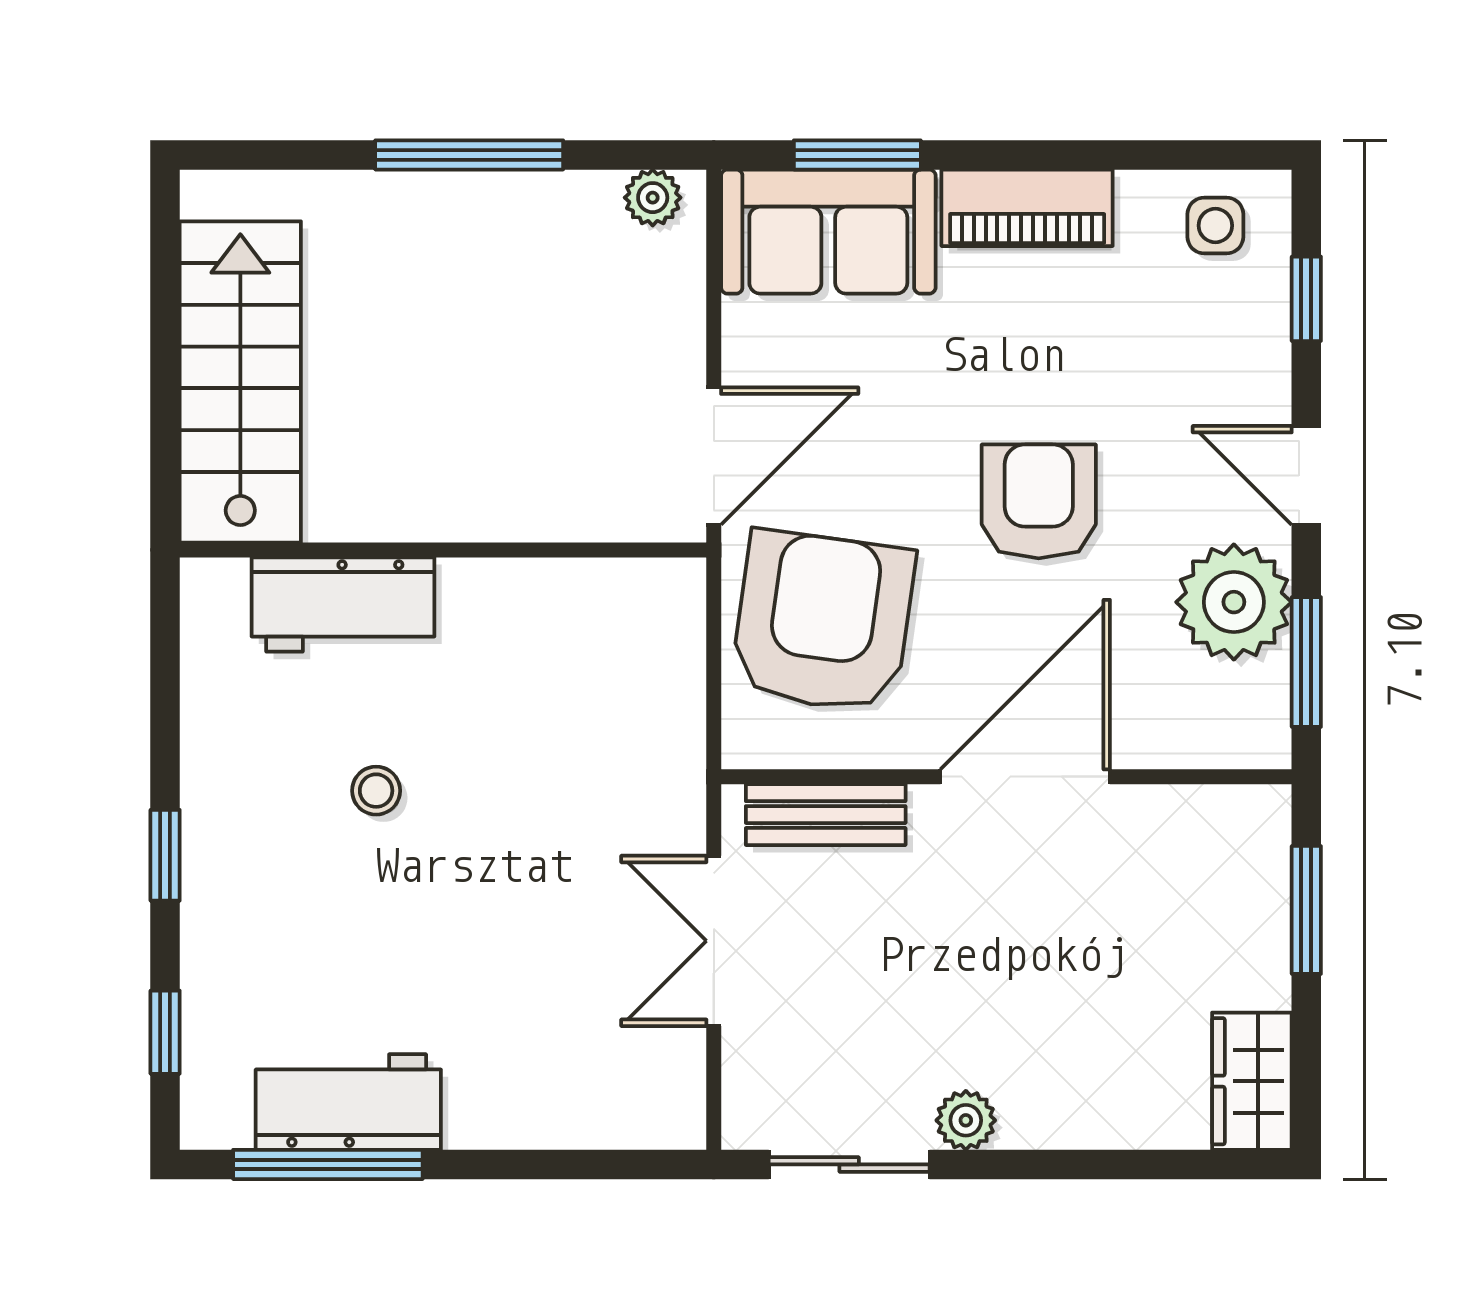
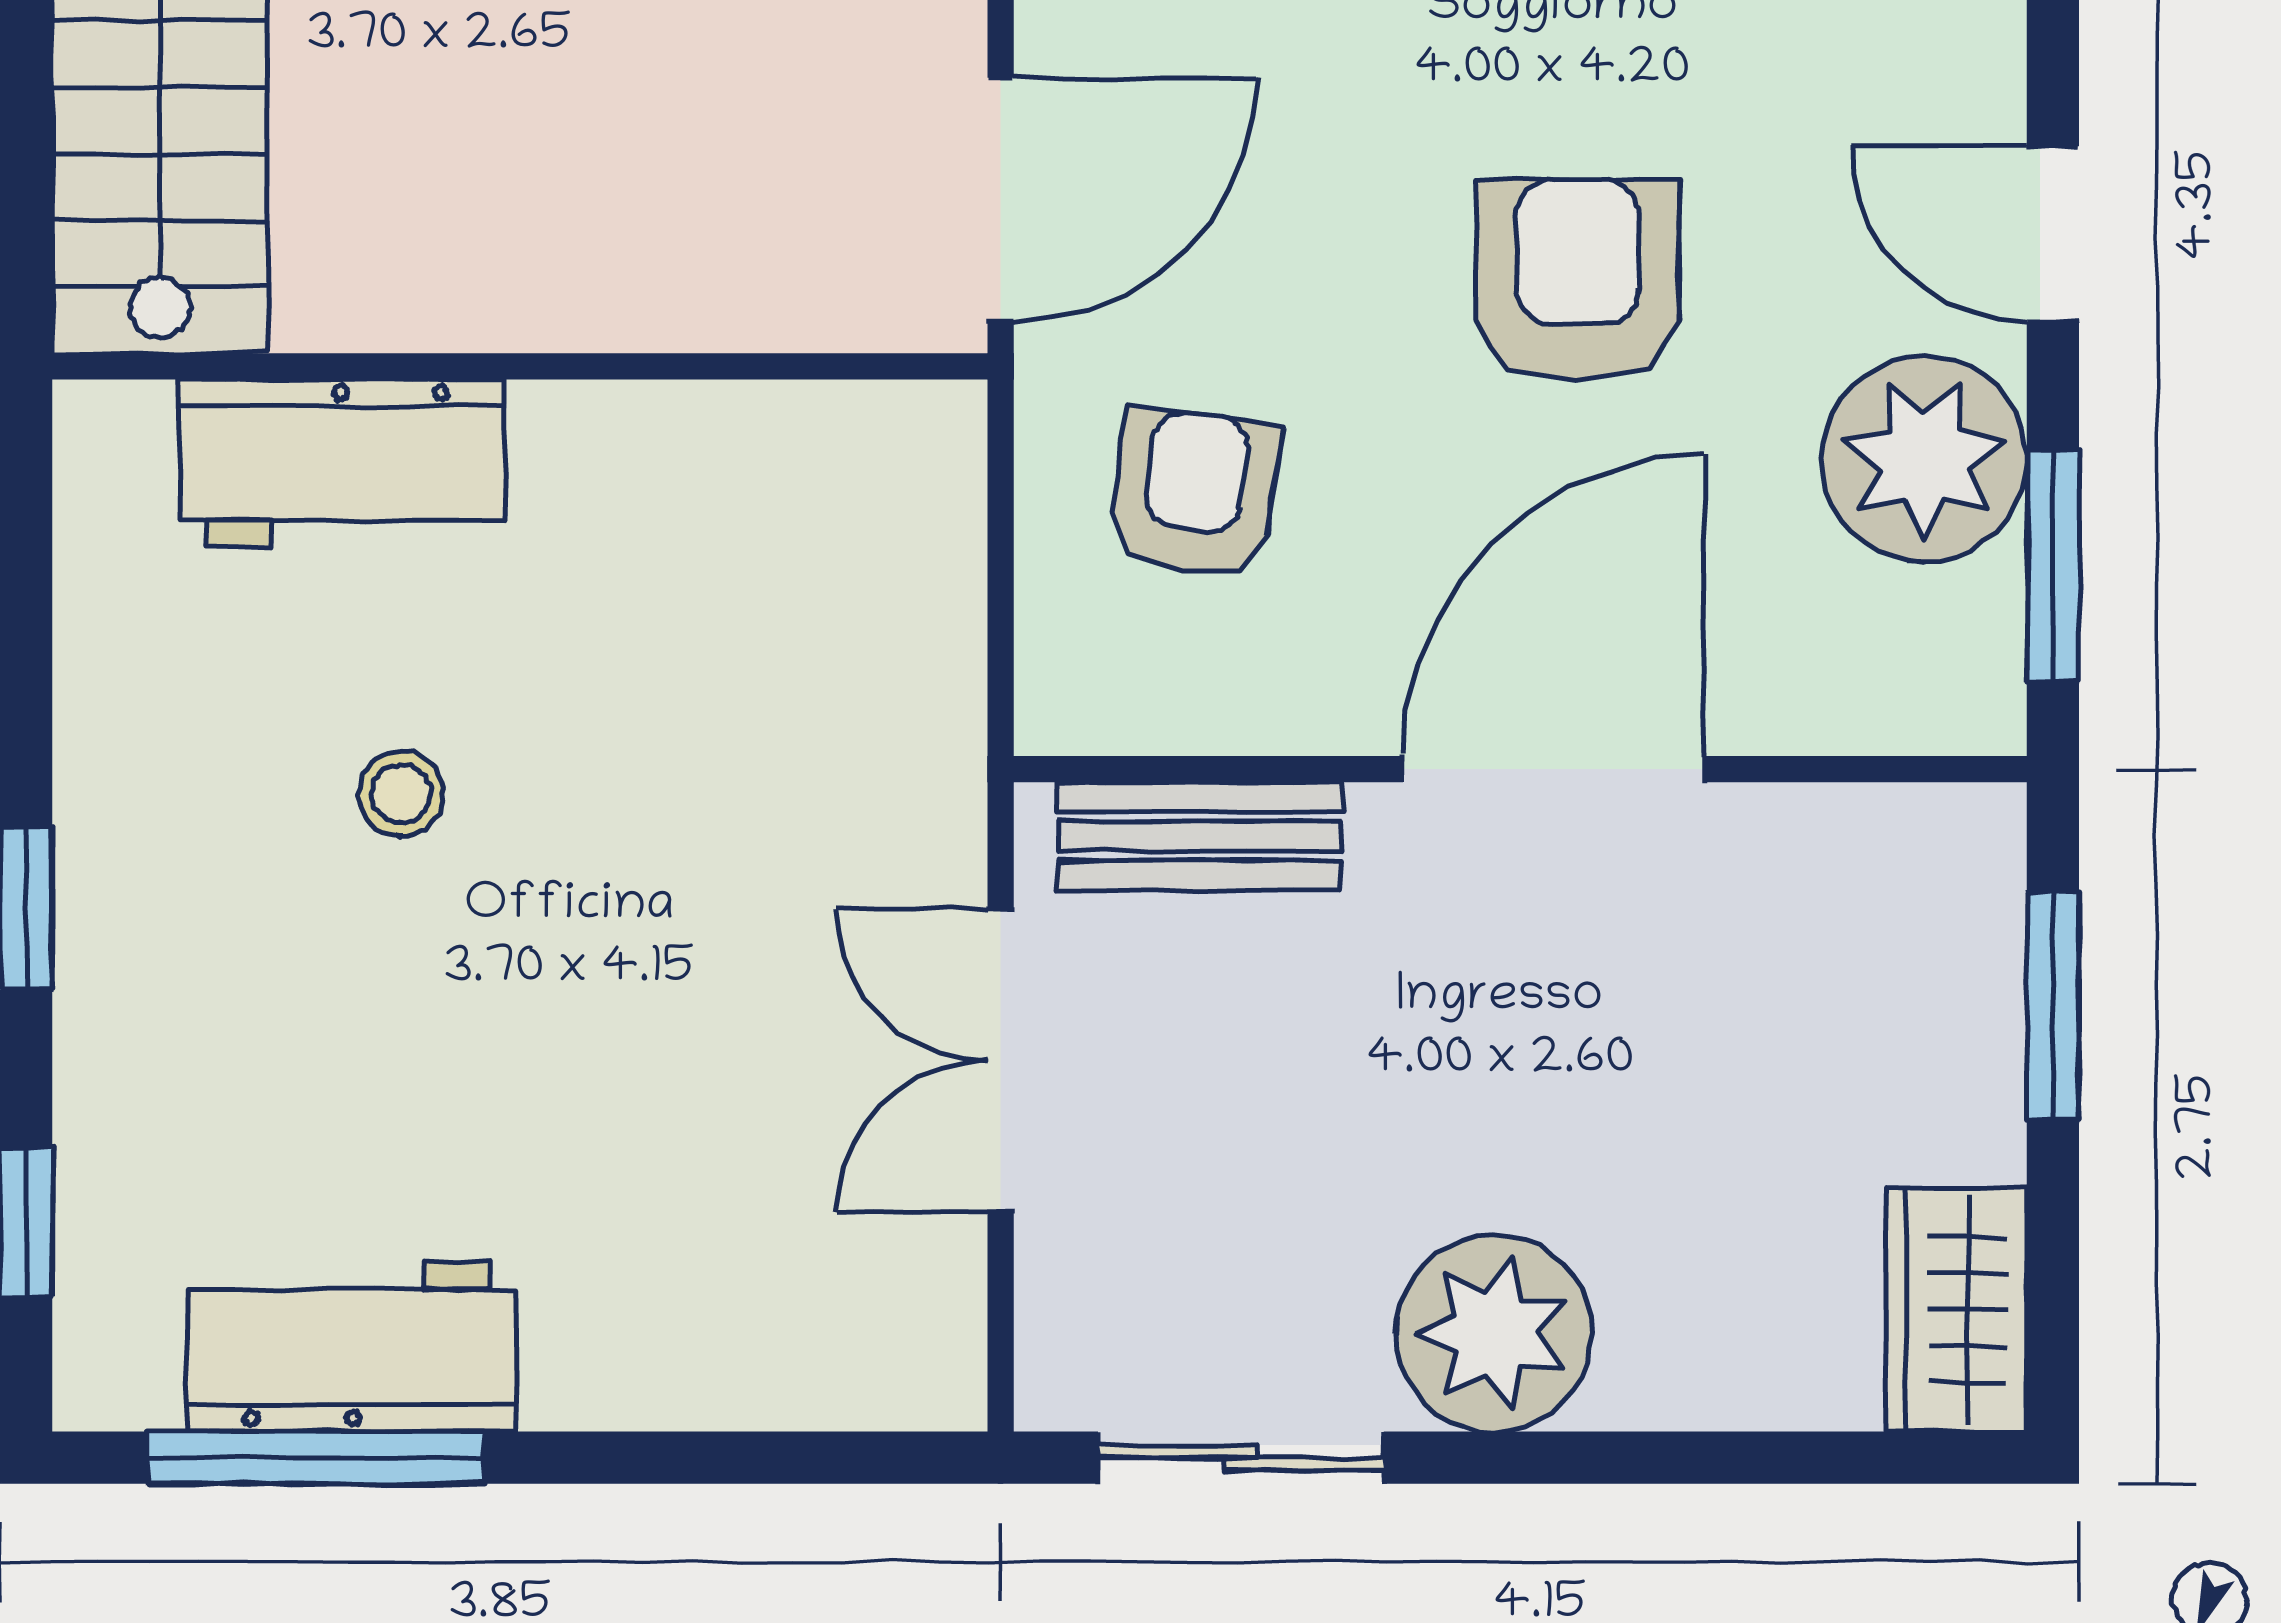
armchair: (823, 622) -> (1194, 494), width x0.53, depth x0.53
plant: (966, 1120) -> (1494, 1333), width x1.88, depth x1.88

